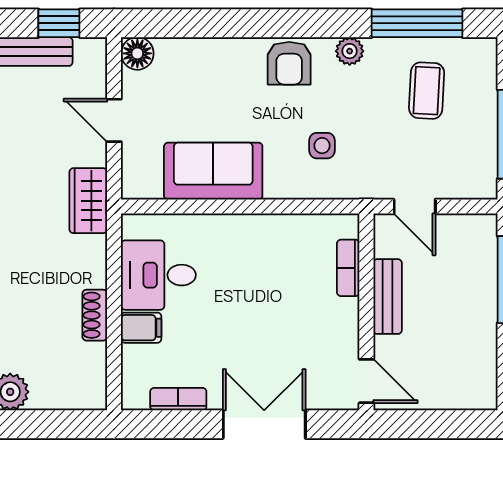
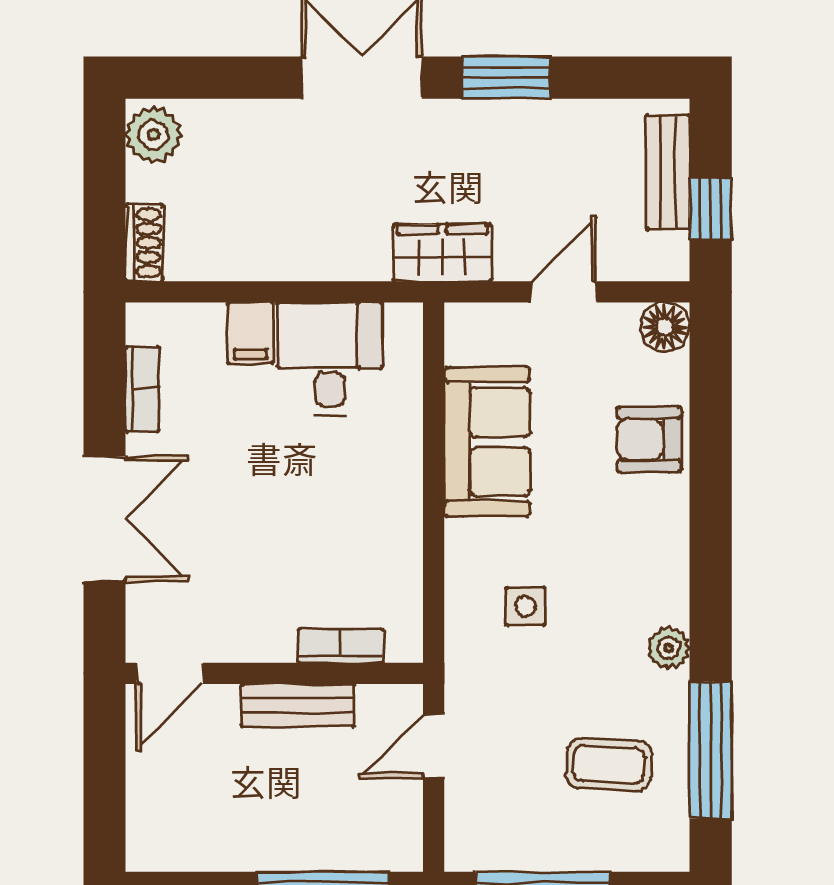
armchair: (289, 63) -> (649, 439), moved
shoe rack: (95, 315) -> (144, 243), moved, turned 90

